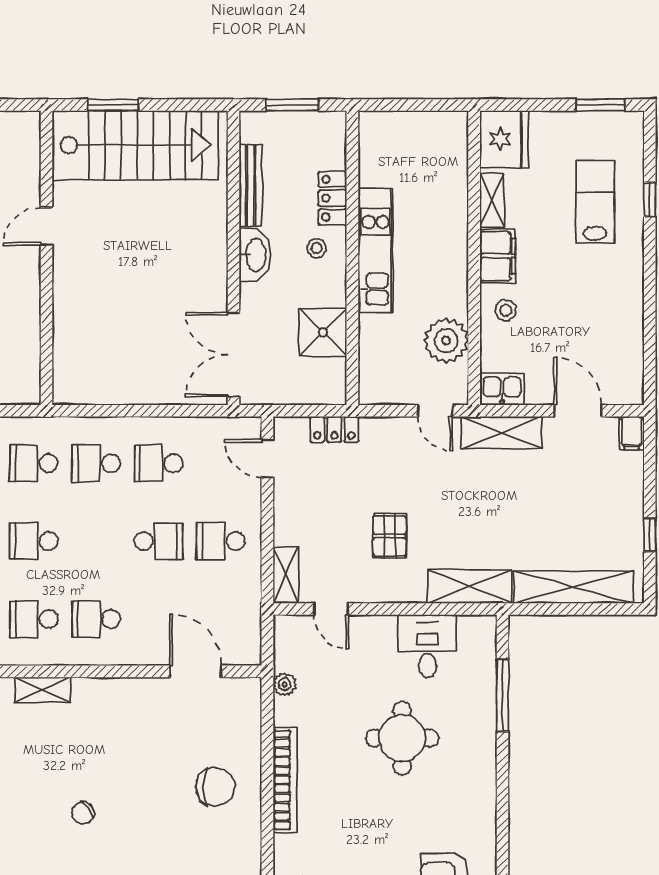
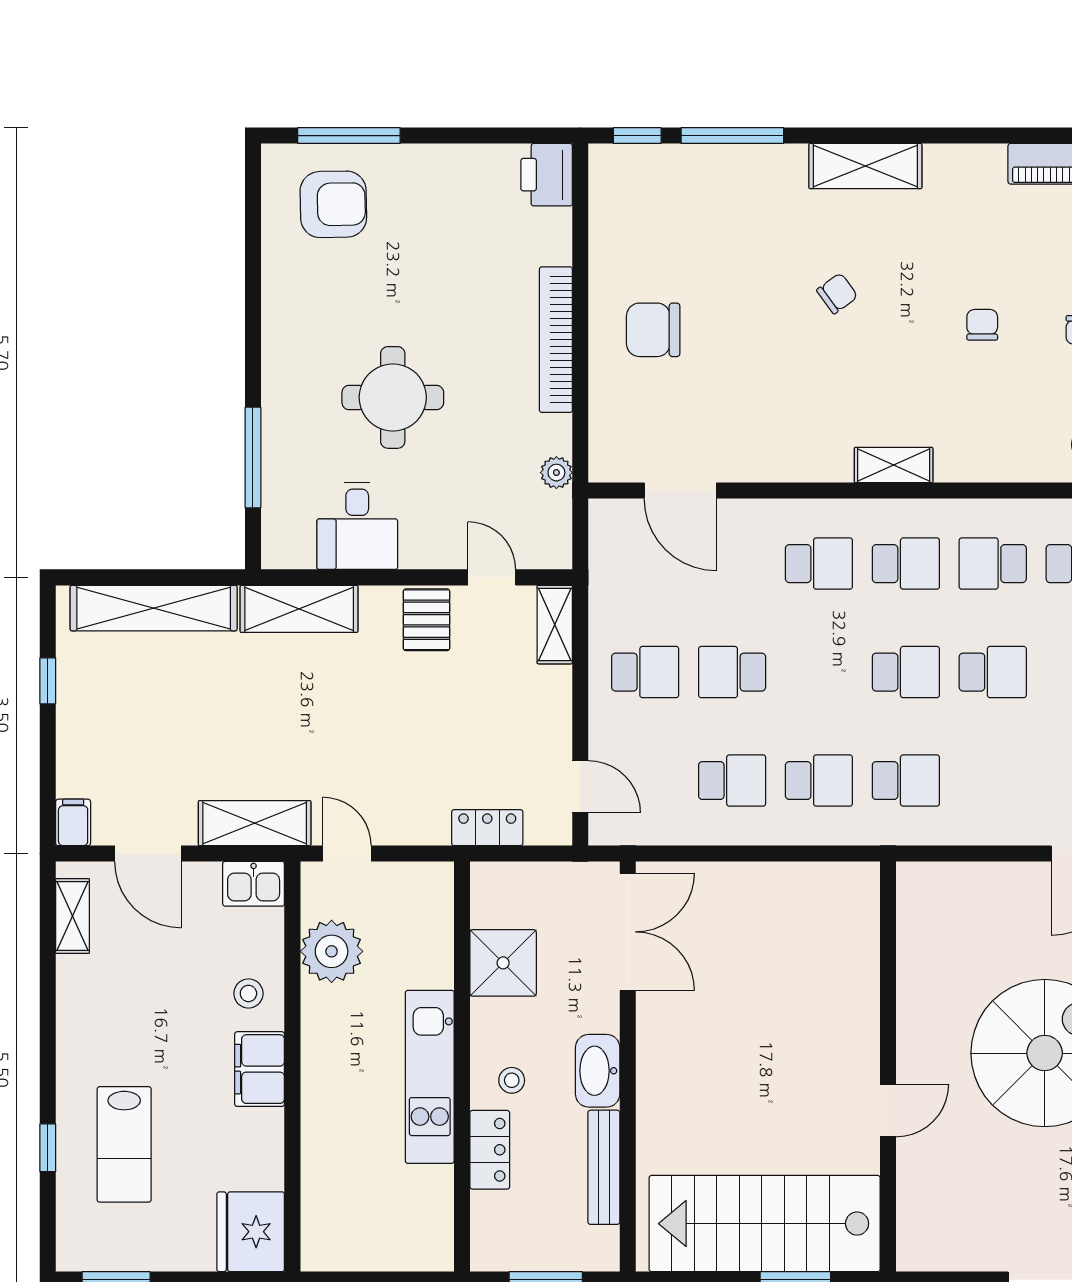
shelving: (492, 200) -> (73, 916), moved
pallet: (390, 536) -> (426, 620), moved

